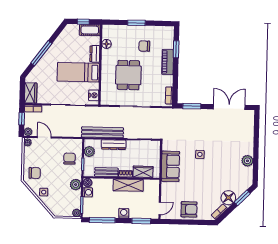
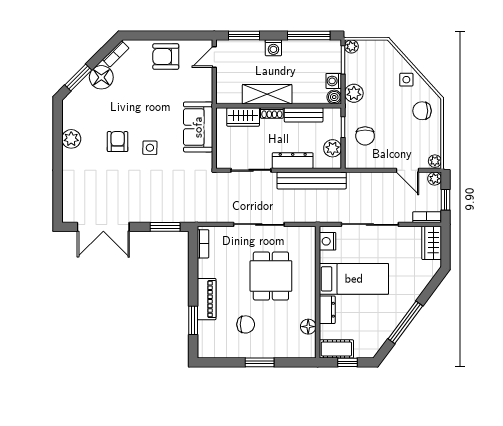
window: (41, 53) -> (405, 322), moved
armchair: (219, 159) -> (118, 142), added

